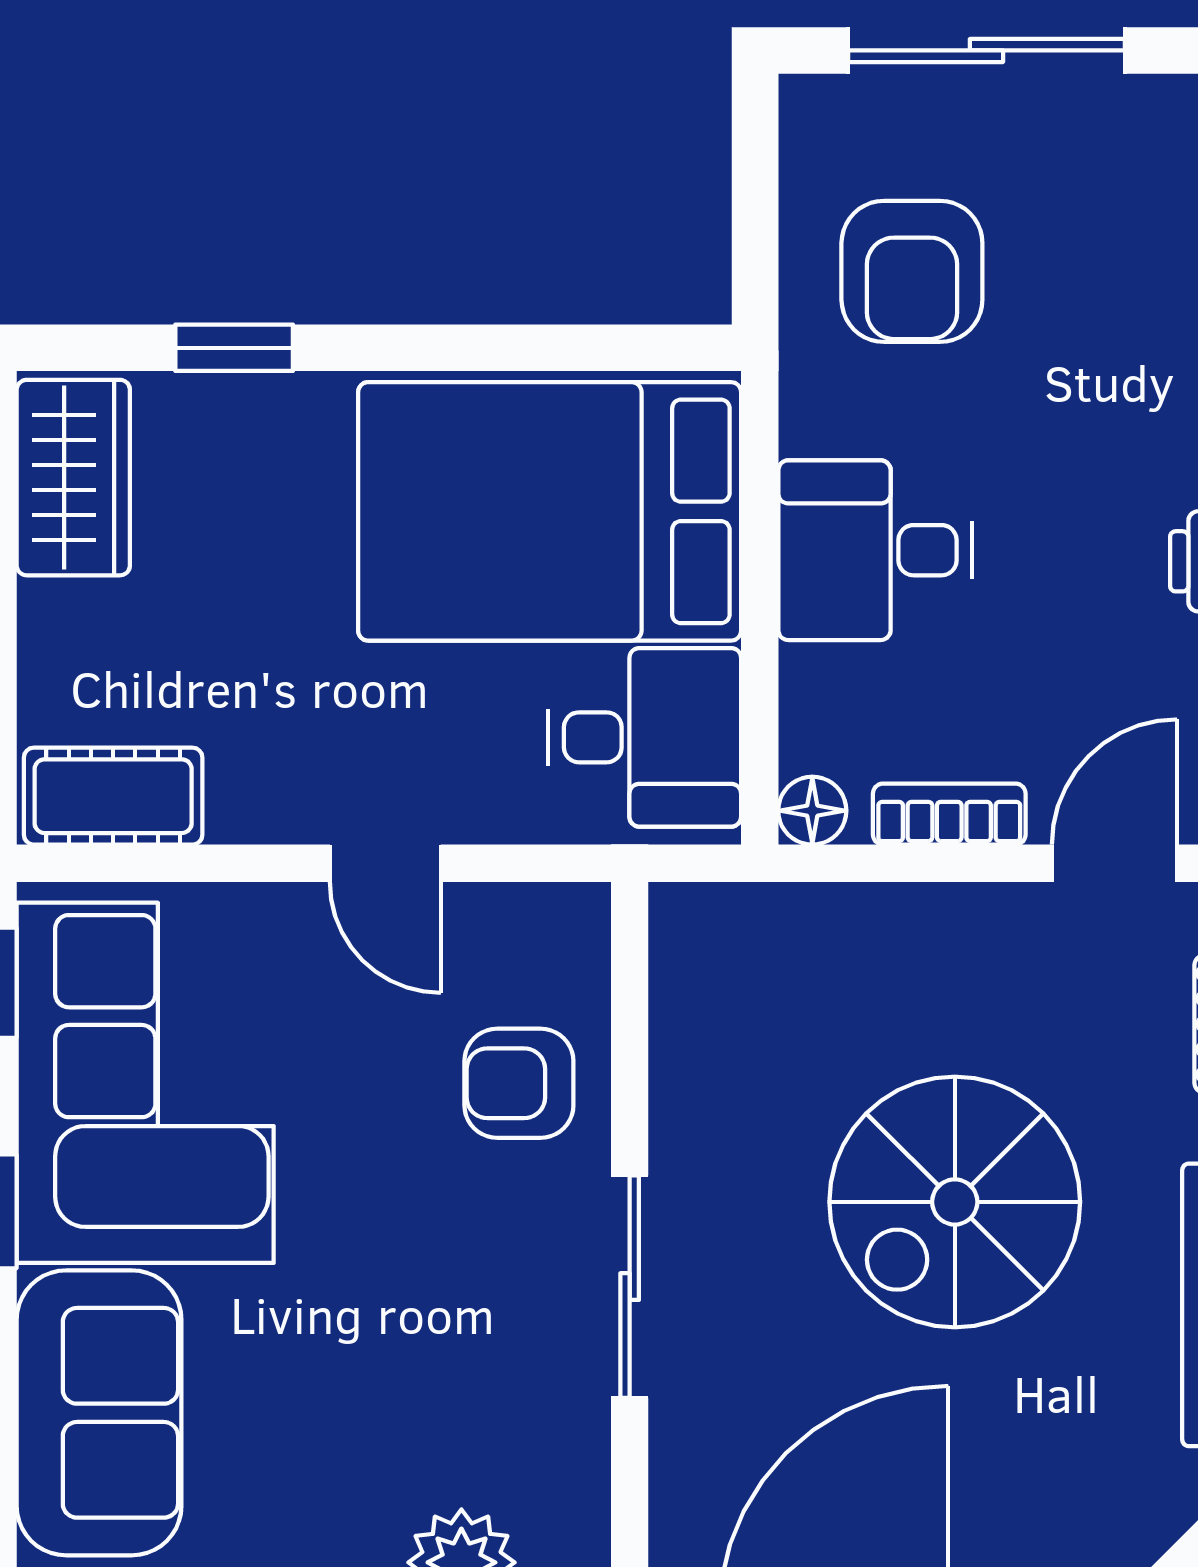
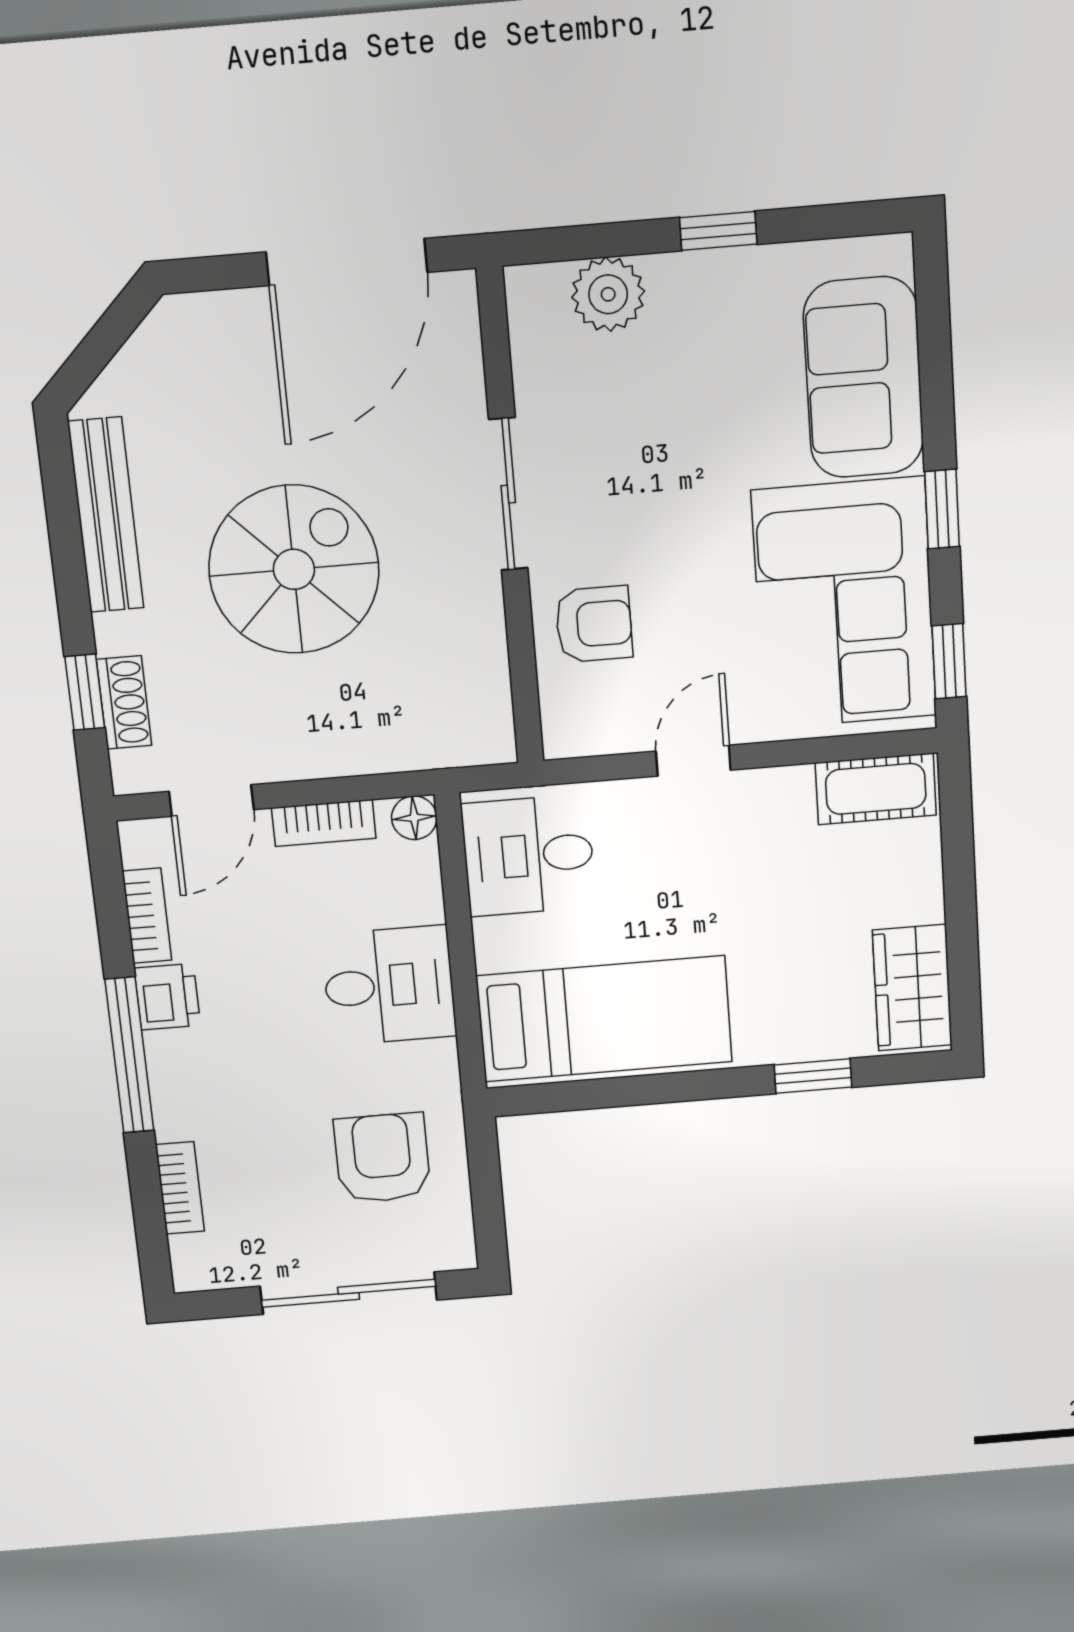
bed: (550, 511) -> (604, 1019), width x0.67
door: (385, 863) -> (693, 761), hinge flipped

